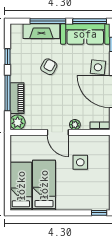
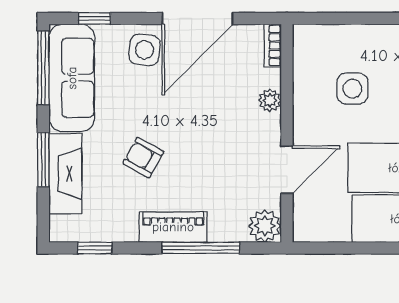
window: (48, 21) -> (43, 160), width x0.69
window: (7, 57) -> (95, 248), moved
piano: (17, 98) -> (173, 227), moved
door: (58, 132) -> (287, 170), moved

